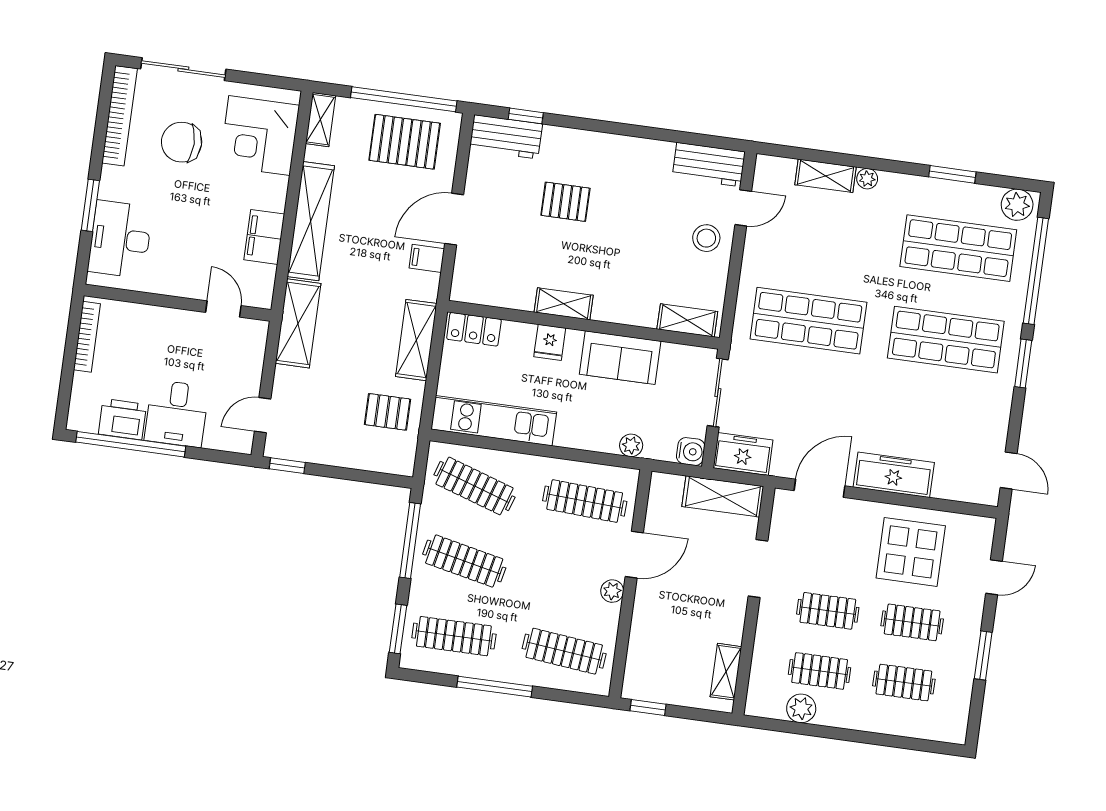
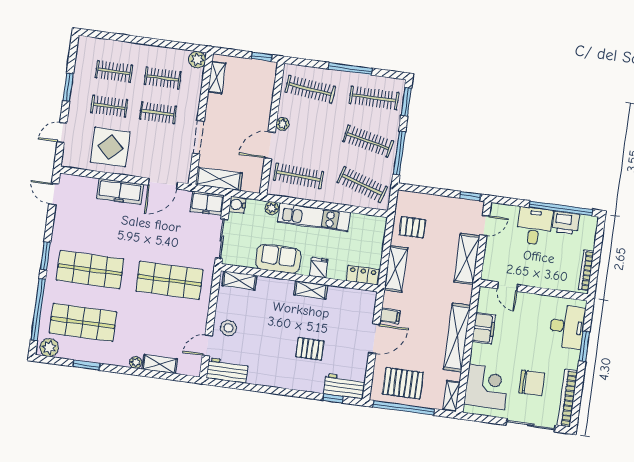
shelving: (298, 323) -> (467, 259), moved
kitchen unit: (494, 421) -> (314, 217), moved
plant: (801, 708) -> (197, 60), moved

